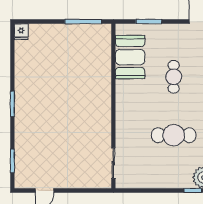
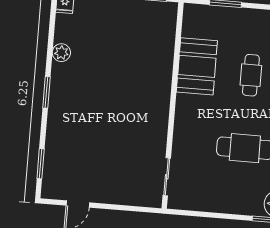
booth: (130, 57) -> (197, 66), moved
plant: (22, 71) -> (61, 53), added

